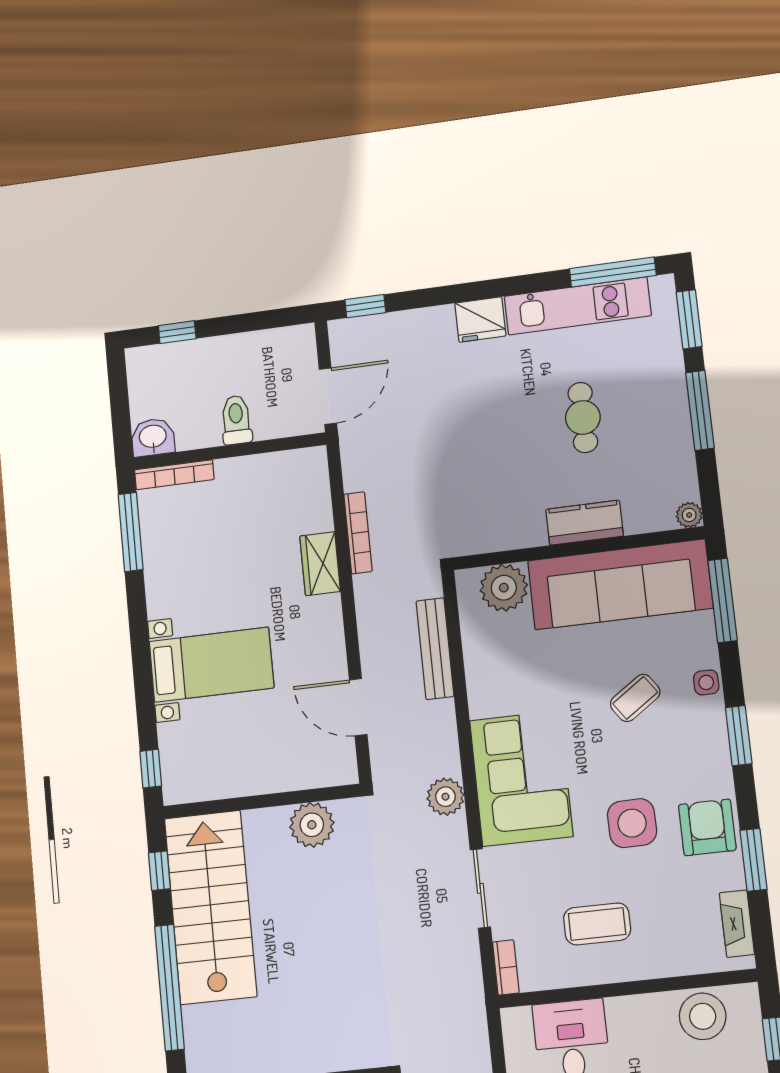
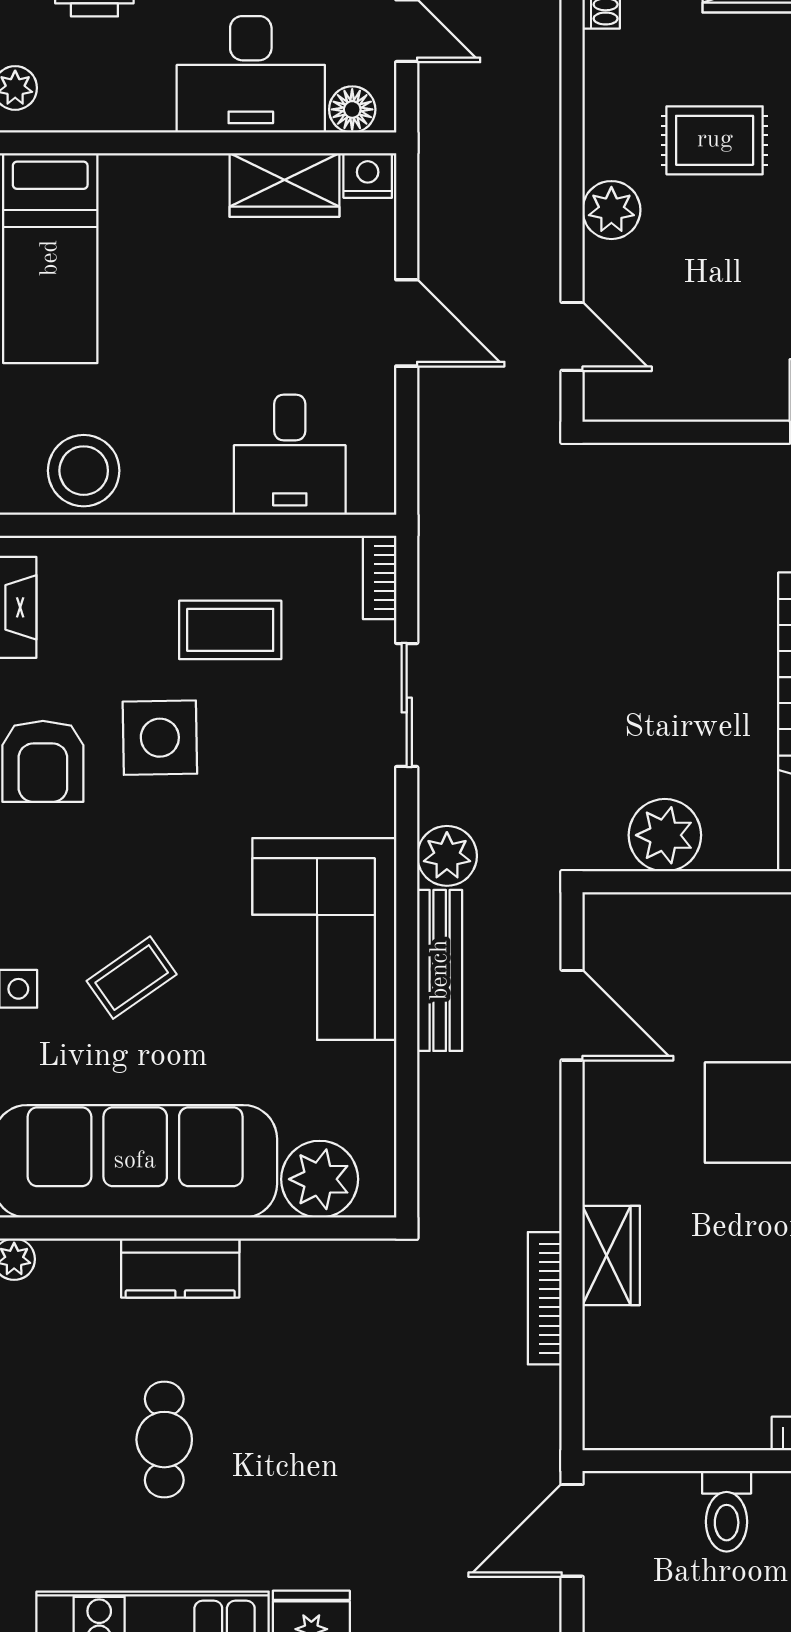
bench: (435, 649) -> (440, 970), moved
corner sofa: (521, 778) -> (324, 939), moved
side table: (632, 823) -> (160, 738), moved

